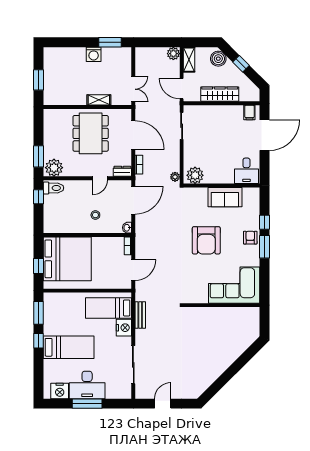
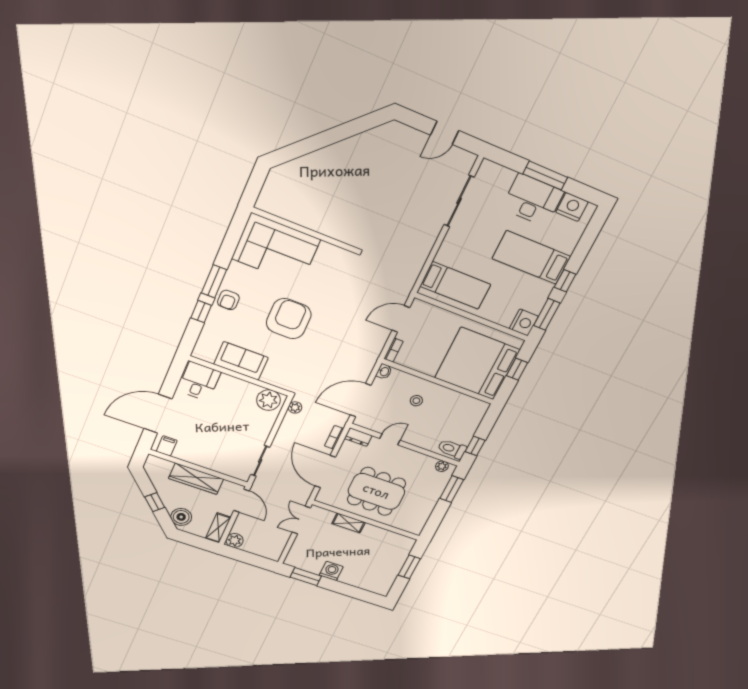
dining table: (91, 133) -> (376, 491), turned 90
plant: (54, 168) -> (442, 466), width x0.53, depth x0.53
bench: (140, 315) -> (419, 261), removed
nightstand: (124, 328) -> (524, 322), moved, turned 180

